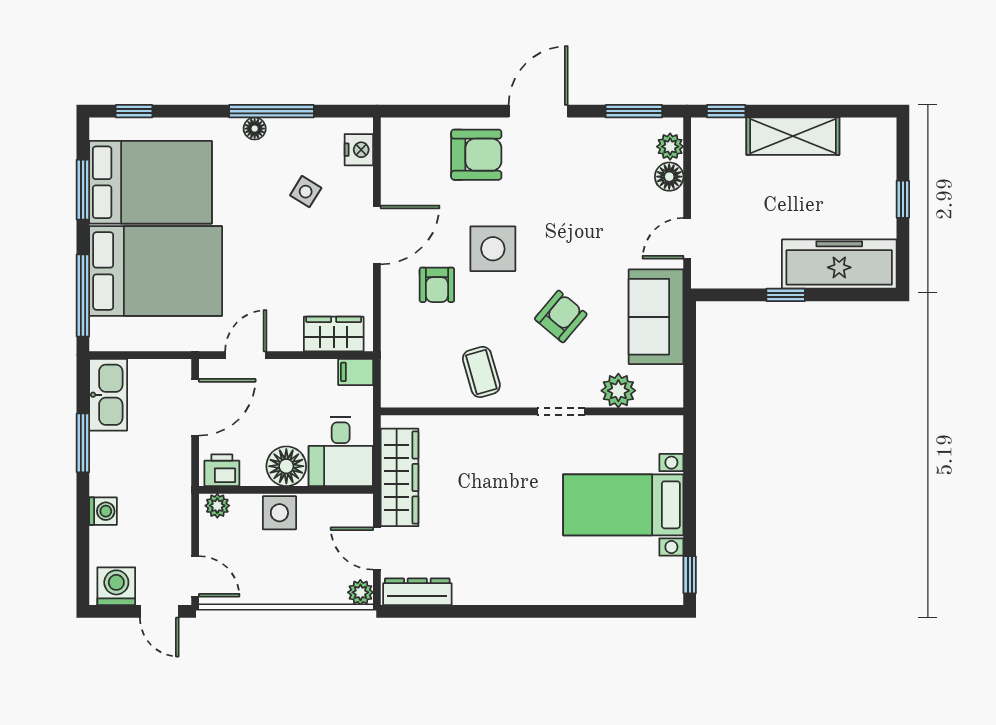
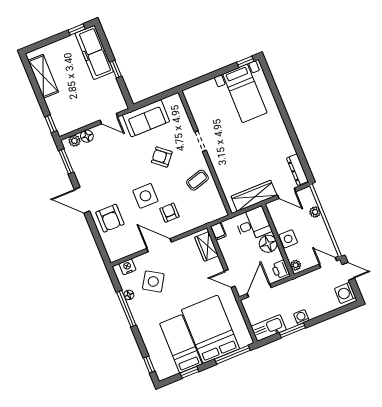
floor lamp: (255, 129) -> (129, 295), moved
shelving: (793, 136) -> (43, 76), moved
armchair: (476, 155) -> (110, 218), turned 180
bed: (151, 182) -> (181, 344), width x0.67
window: (83, 190) -> (189, 372), width x0.67
side table: (306, 192) -> (153, 281), width x1.87, depth x1.87
window: (903, 199) -> (77, 29), moved
armchair: (437, 285) -> (169, 213), turned -90
plant: (618, 391) -> (182, 121), removed
door: (195, 407) -> (259, 291), hinge flipped
bed with nightstands: (623, 505) -> (245, 93), moved
washing machine: (103, 511) -> (301, 317), moved
door: (377, 548) -> (287, 193), hinge flipped
door: (195, 576) -> (328, 263), hinge flipped
plant: (360, 592) -> (315, 212), moved
door: (159, 611) -> (348, 271), hinge flipped

